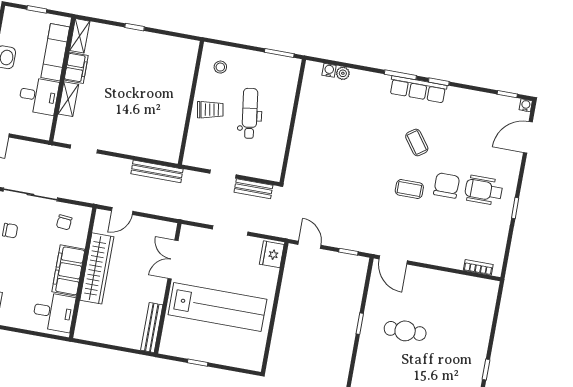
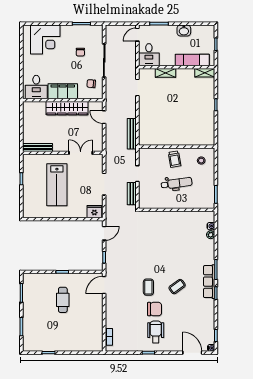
filing cabinet: (76, 68) -> (185, 74), removed
desk: (39, 96) -> (149, 55), moved
lab bench: (217, 307) -> (57, 185), width x0.73

